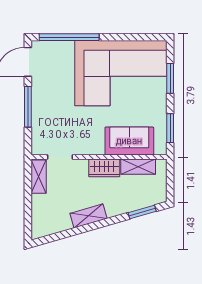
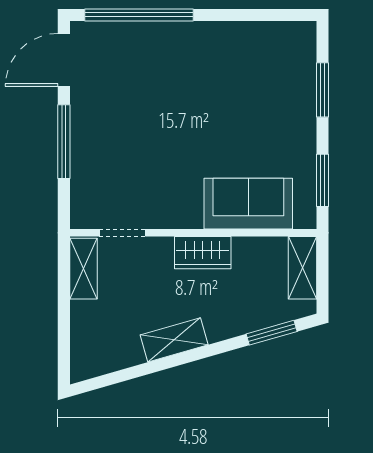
corner sofa: (121, 73) -> (233, 80), removed
shelving: (138, 167) -> (302, 268), moved, turned 90

